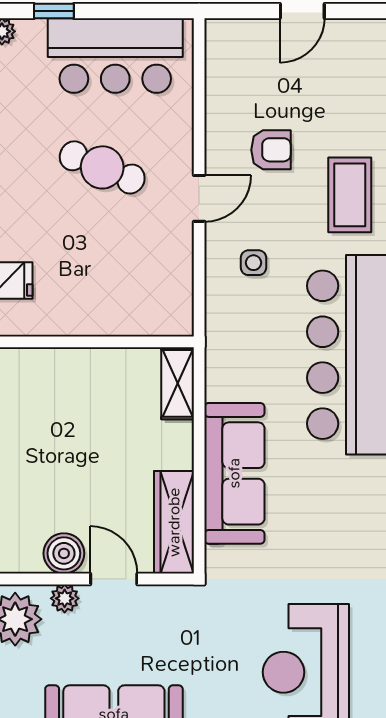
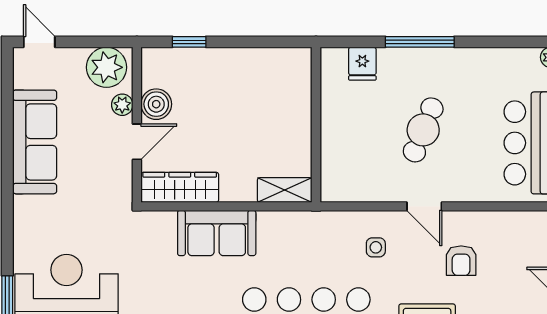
cafe table: (102, 167) -> (423, 130), moved
sofa: (234, 473) -> (217, 233), width x0.73

